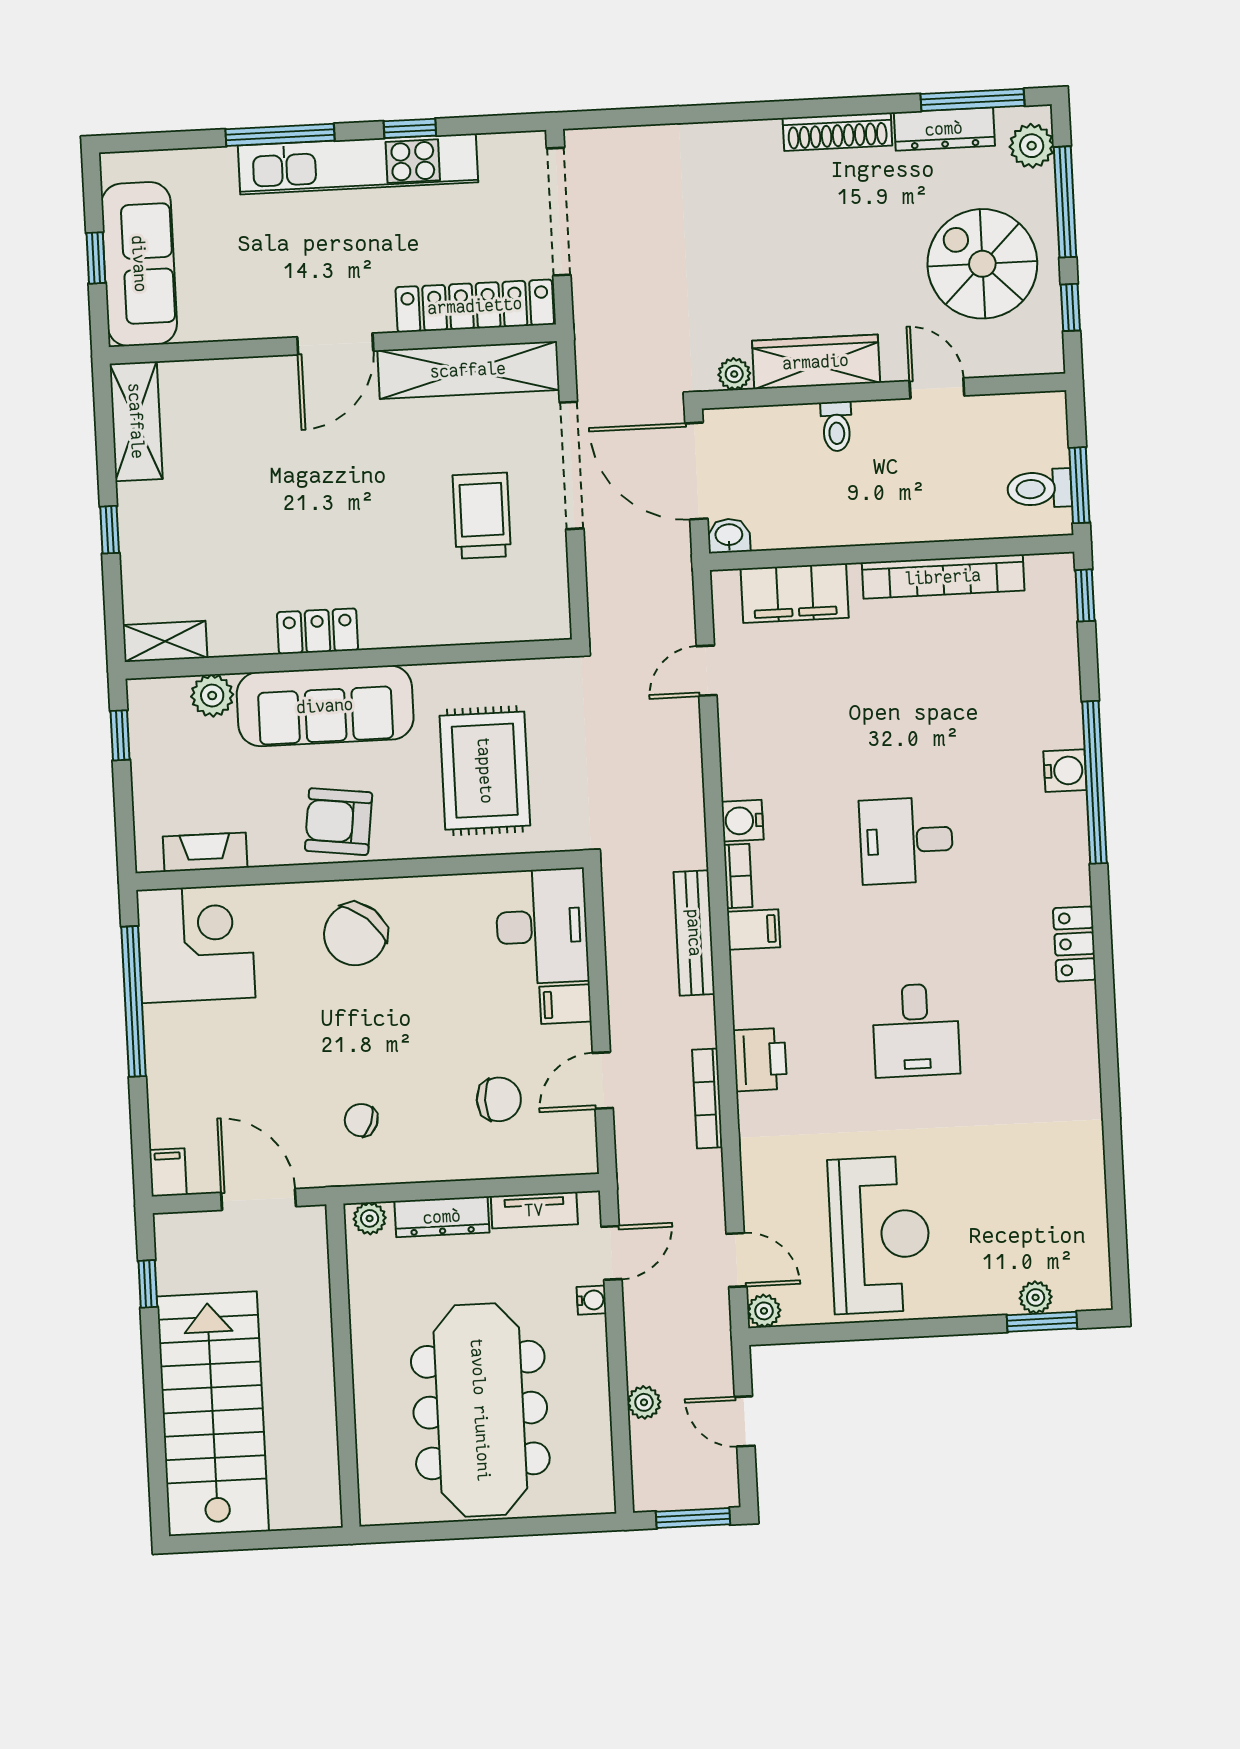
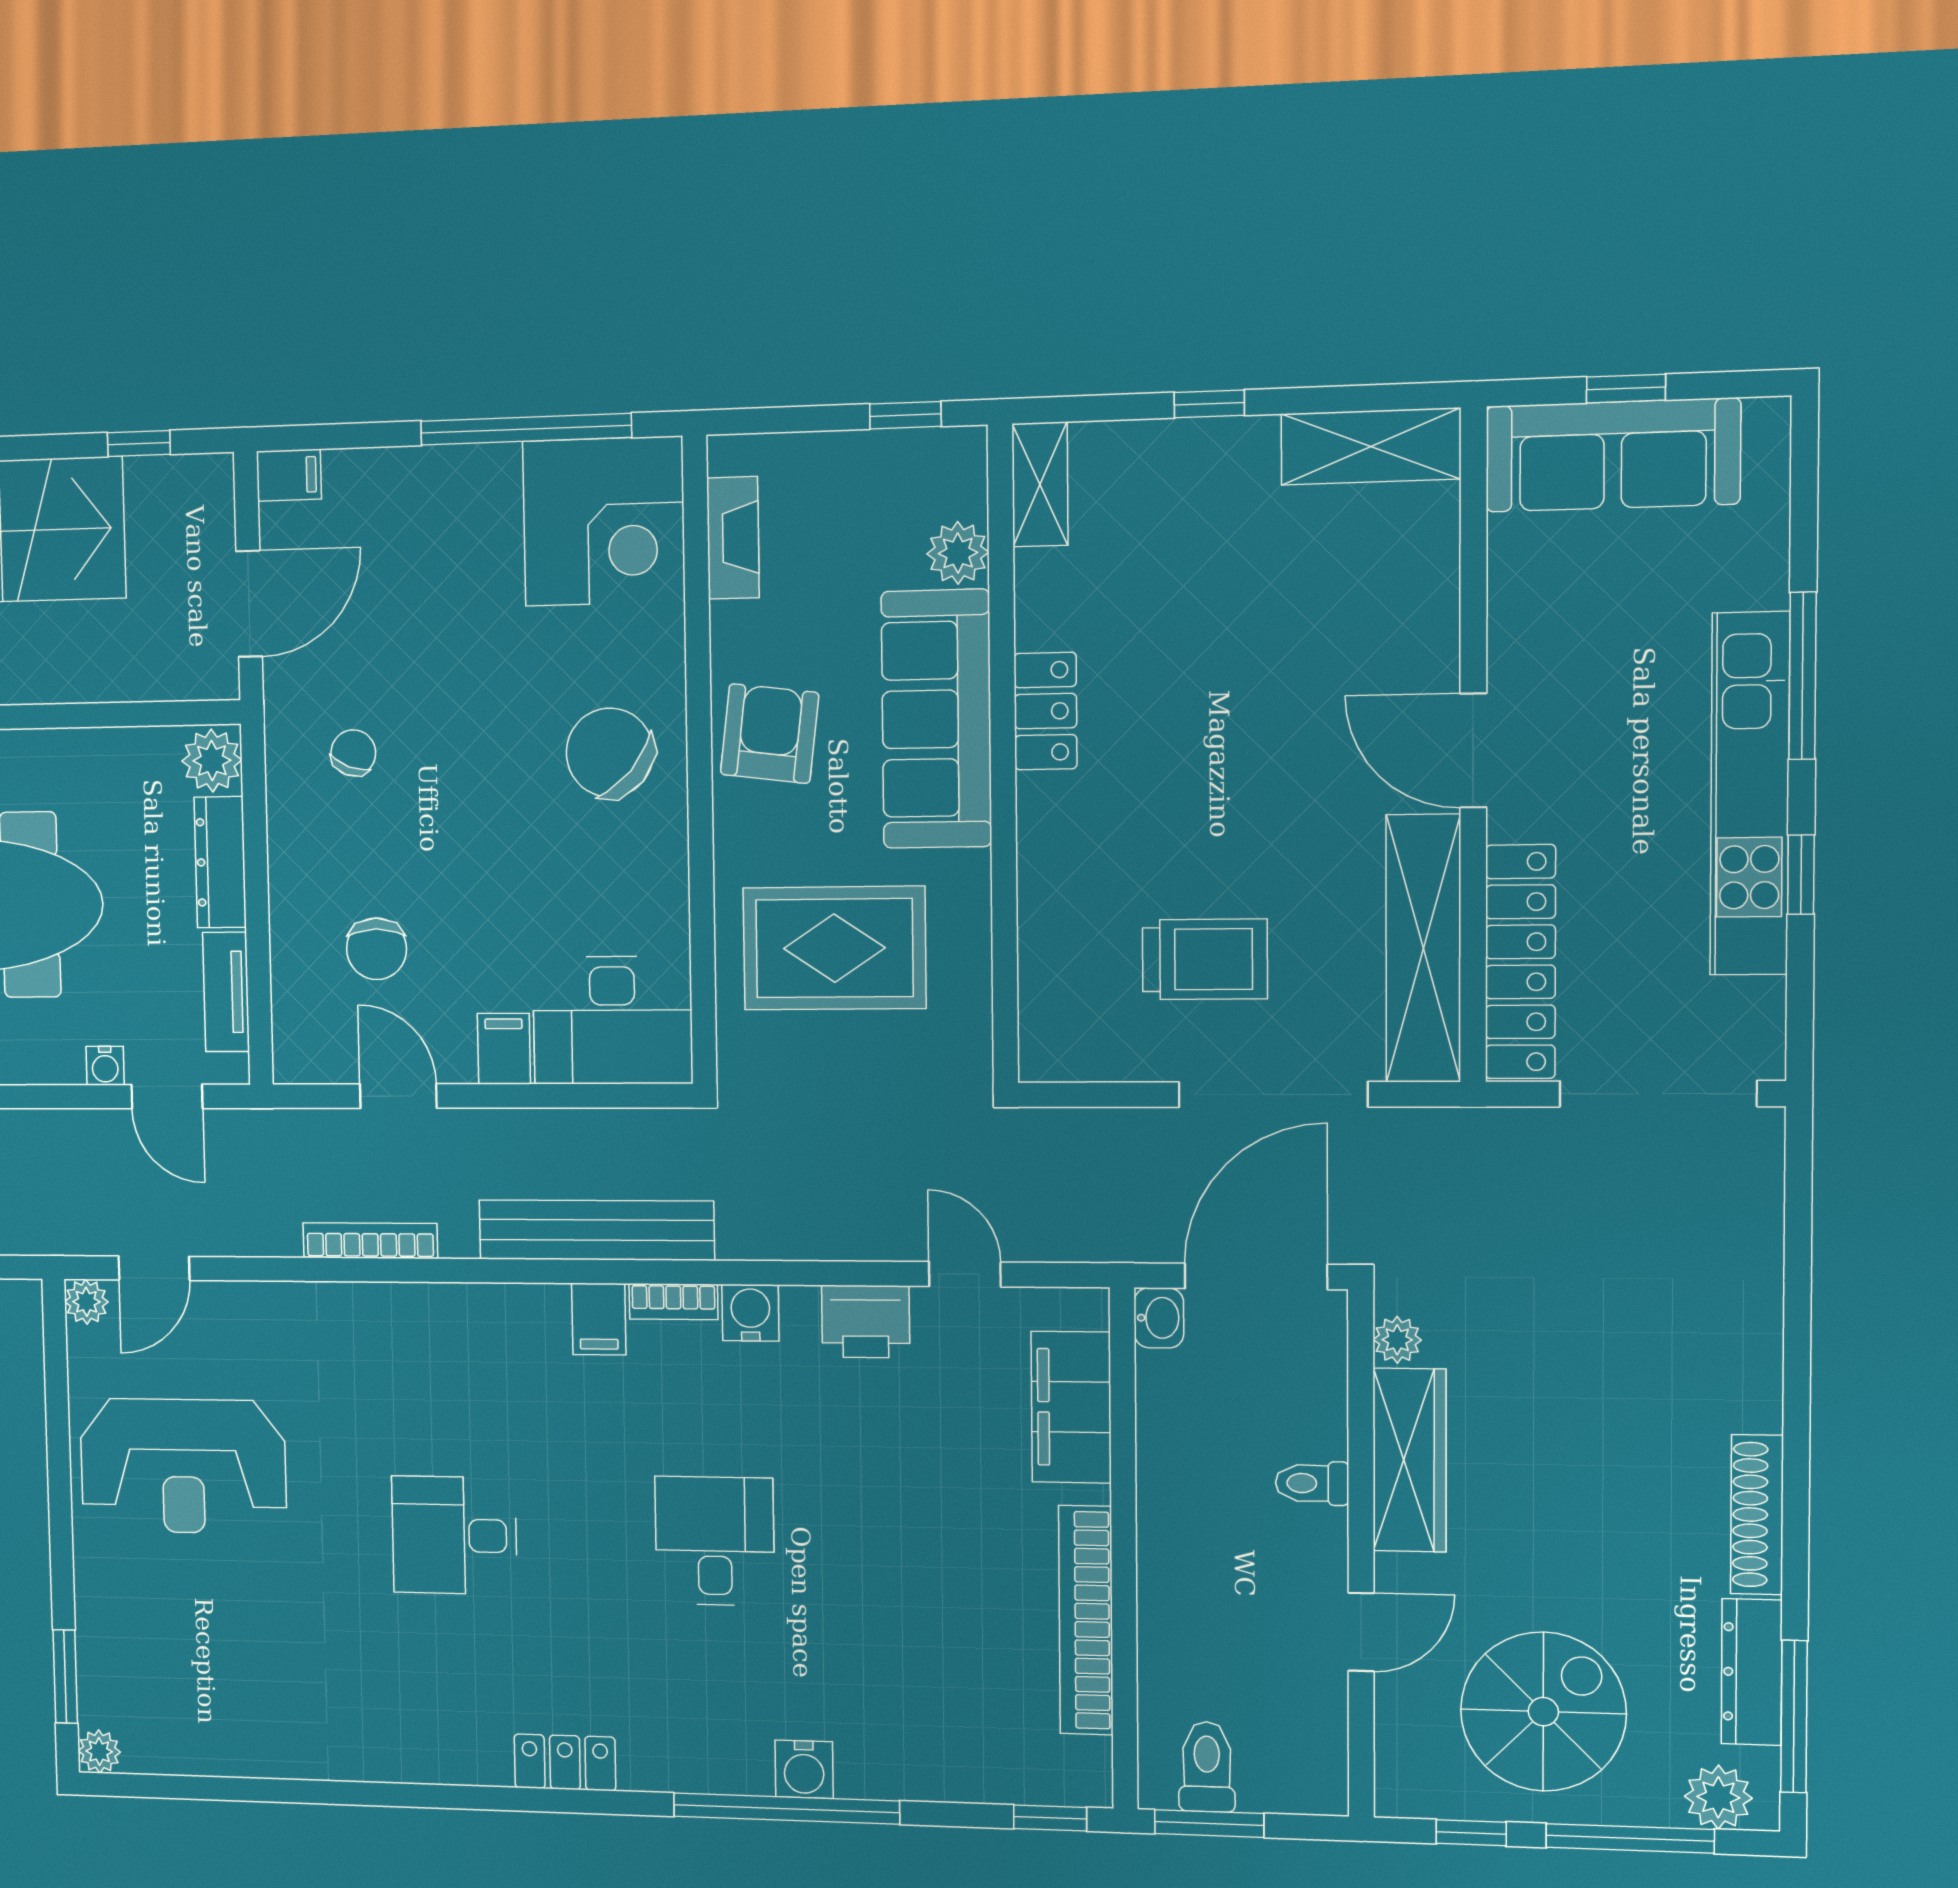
bench: (694, 933) -> (596, 1230), width x1.37, depth x1.21
printer: (760, 1060) -> (866, 1322), moved
plant: (370, 1218) -> (212, 760), width x1.38, depth x1.38
plant: (1036, 1297) -> (99, 1751), moved

